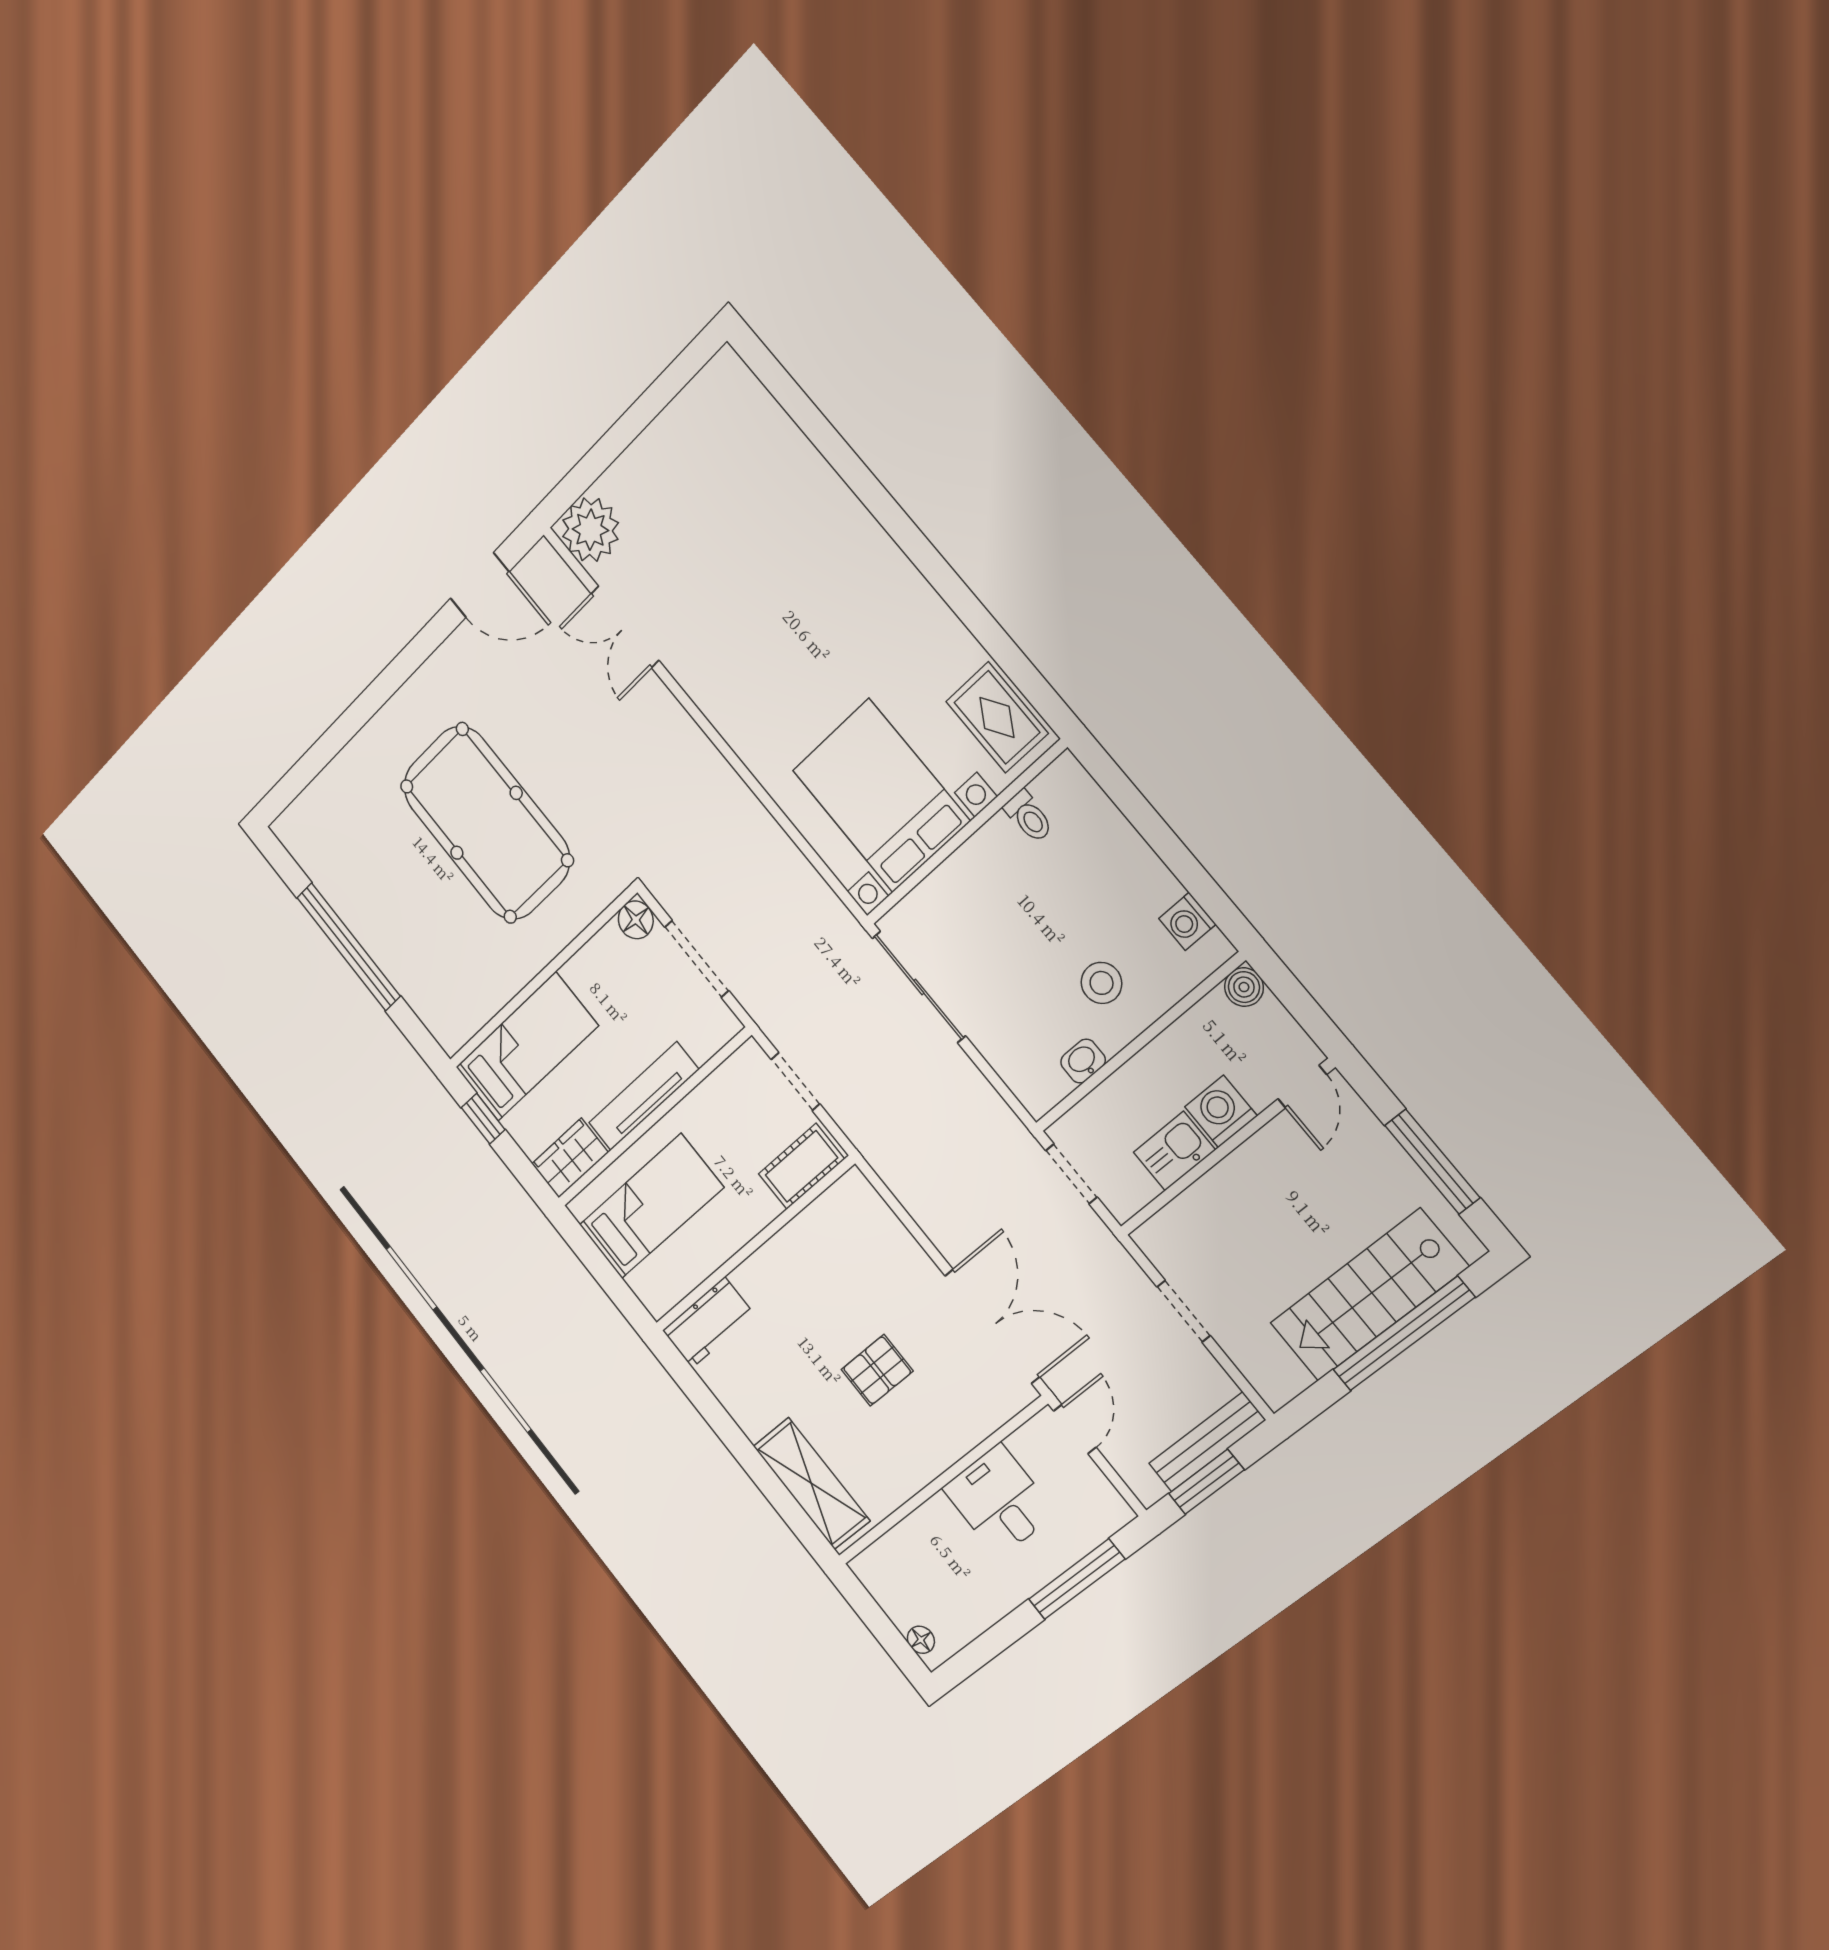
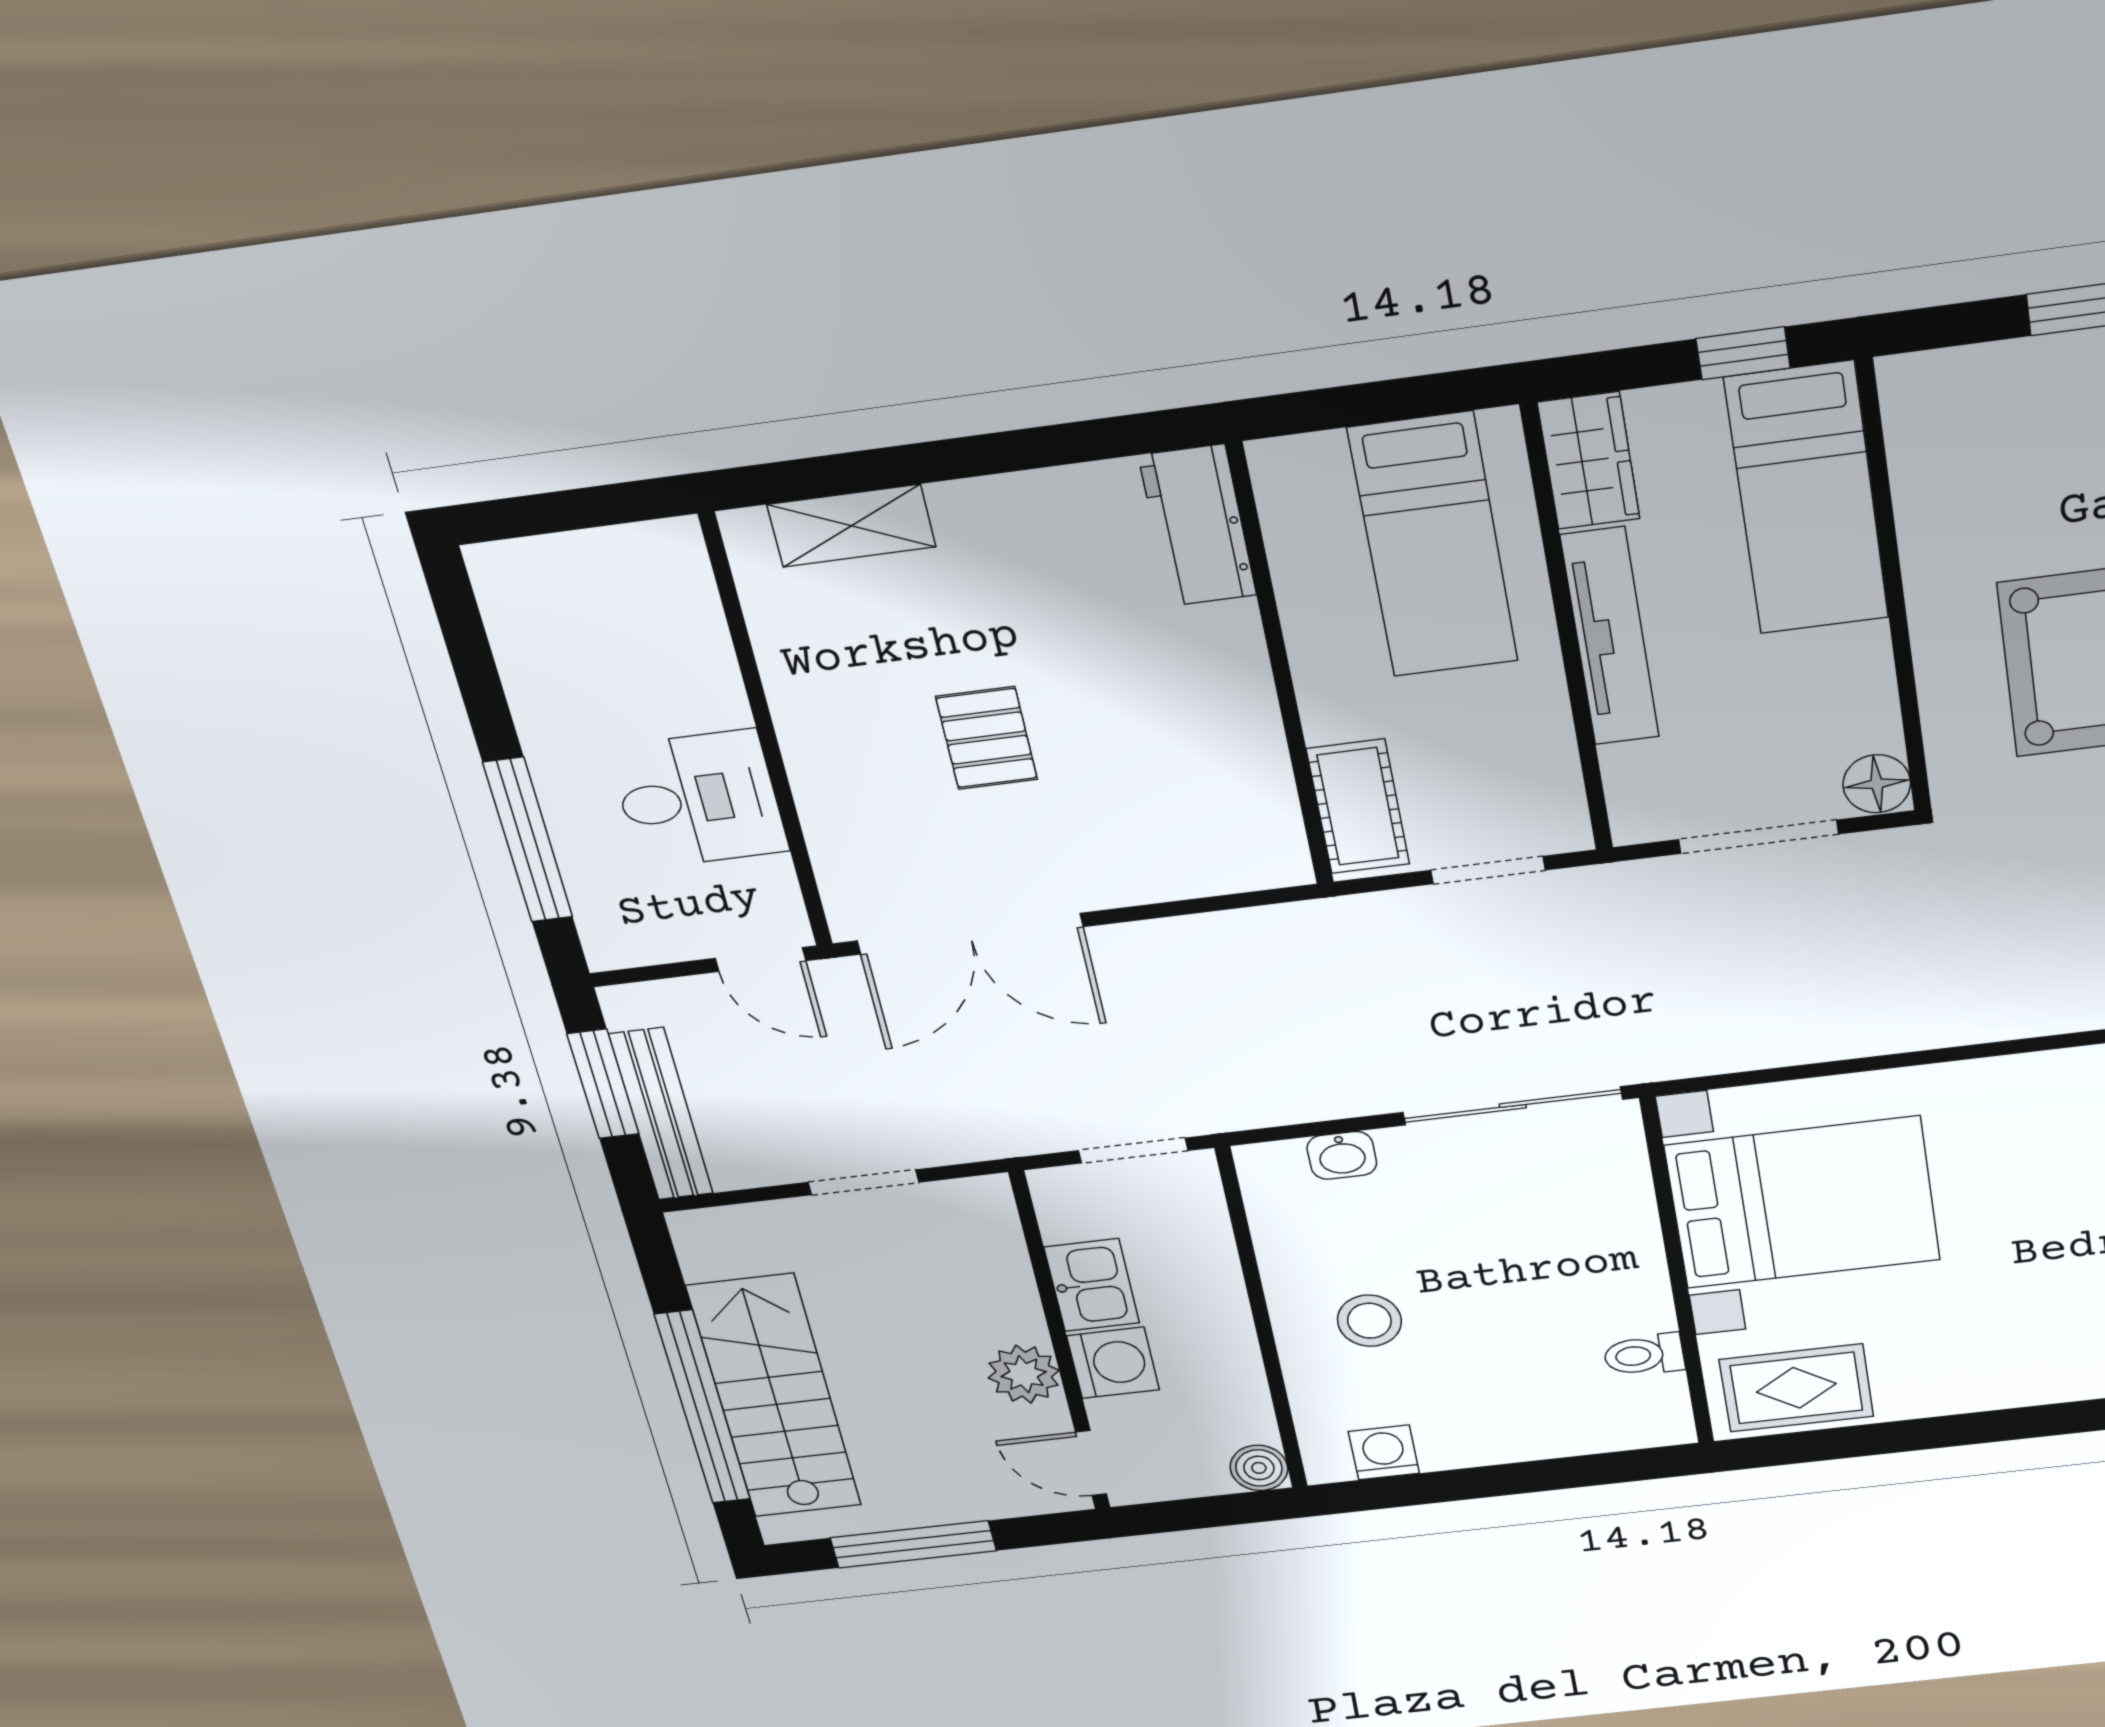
washbasin: (1083, 1061) -> (1342, 1155), moved, turned 90
plant: (1261, 1158) -> (1024, 1374), added
shelving: (811, 1483) -> (851, 526), width x0.67, depth x0.75
floor lamp: (921, 1640) -> (521, 561), removed

